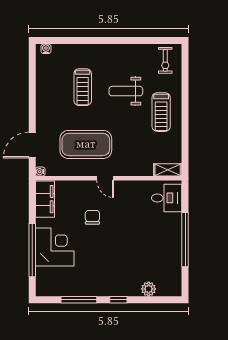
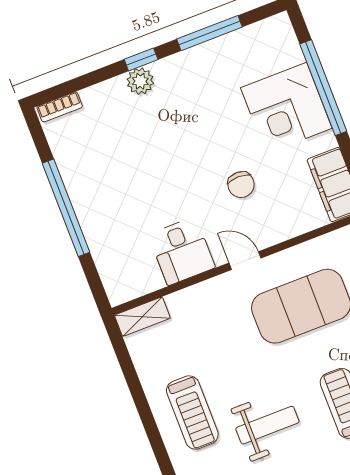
treadmill: (161, 112) -> (192, 412), turned 180
desk: (167, 198) -> (182, 251), moved, turned -90
plant: (149, 289) -> (140, 81), moved
bookcase: (169, 292) -> (60, 107), added

